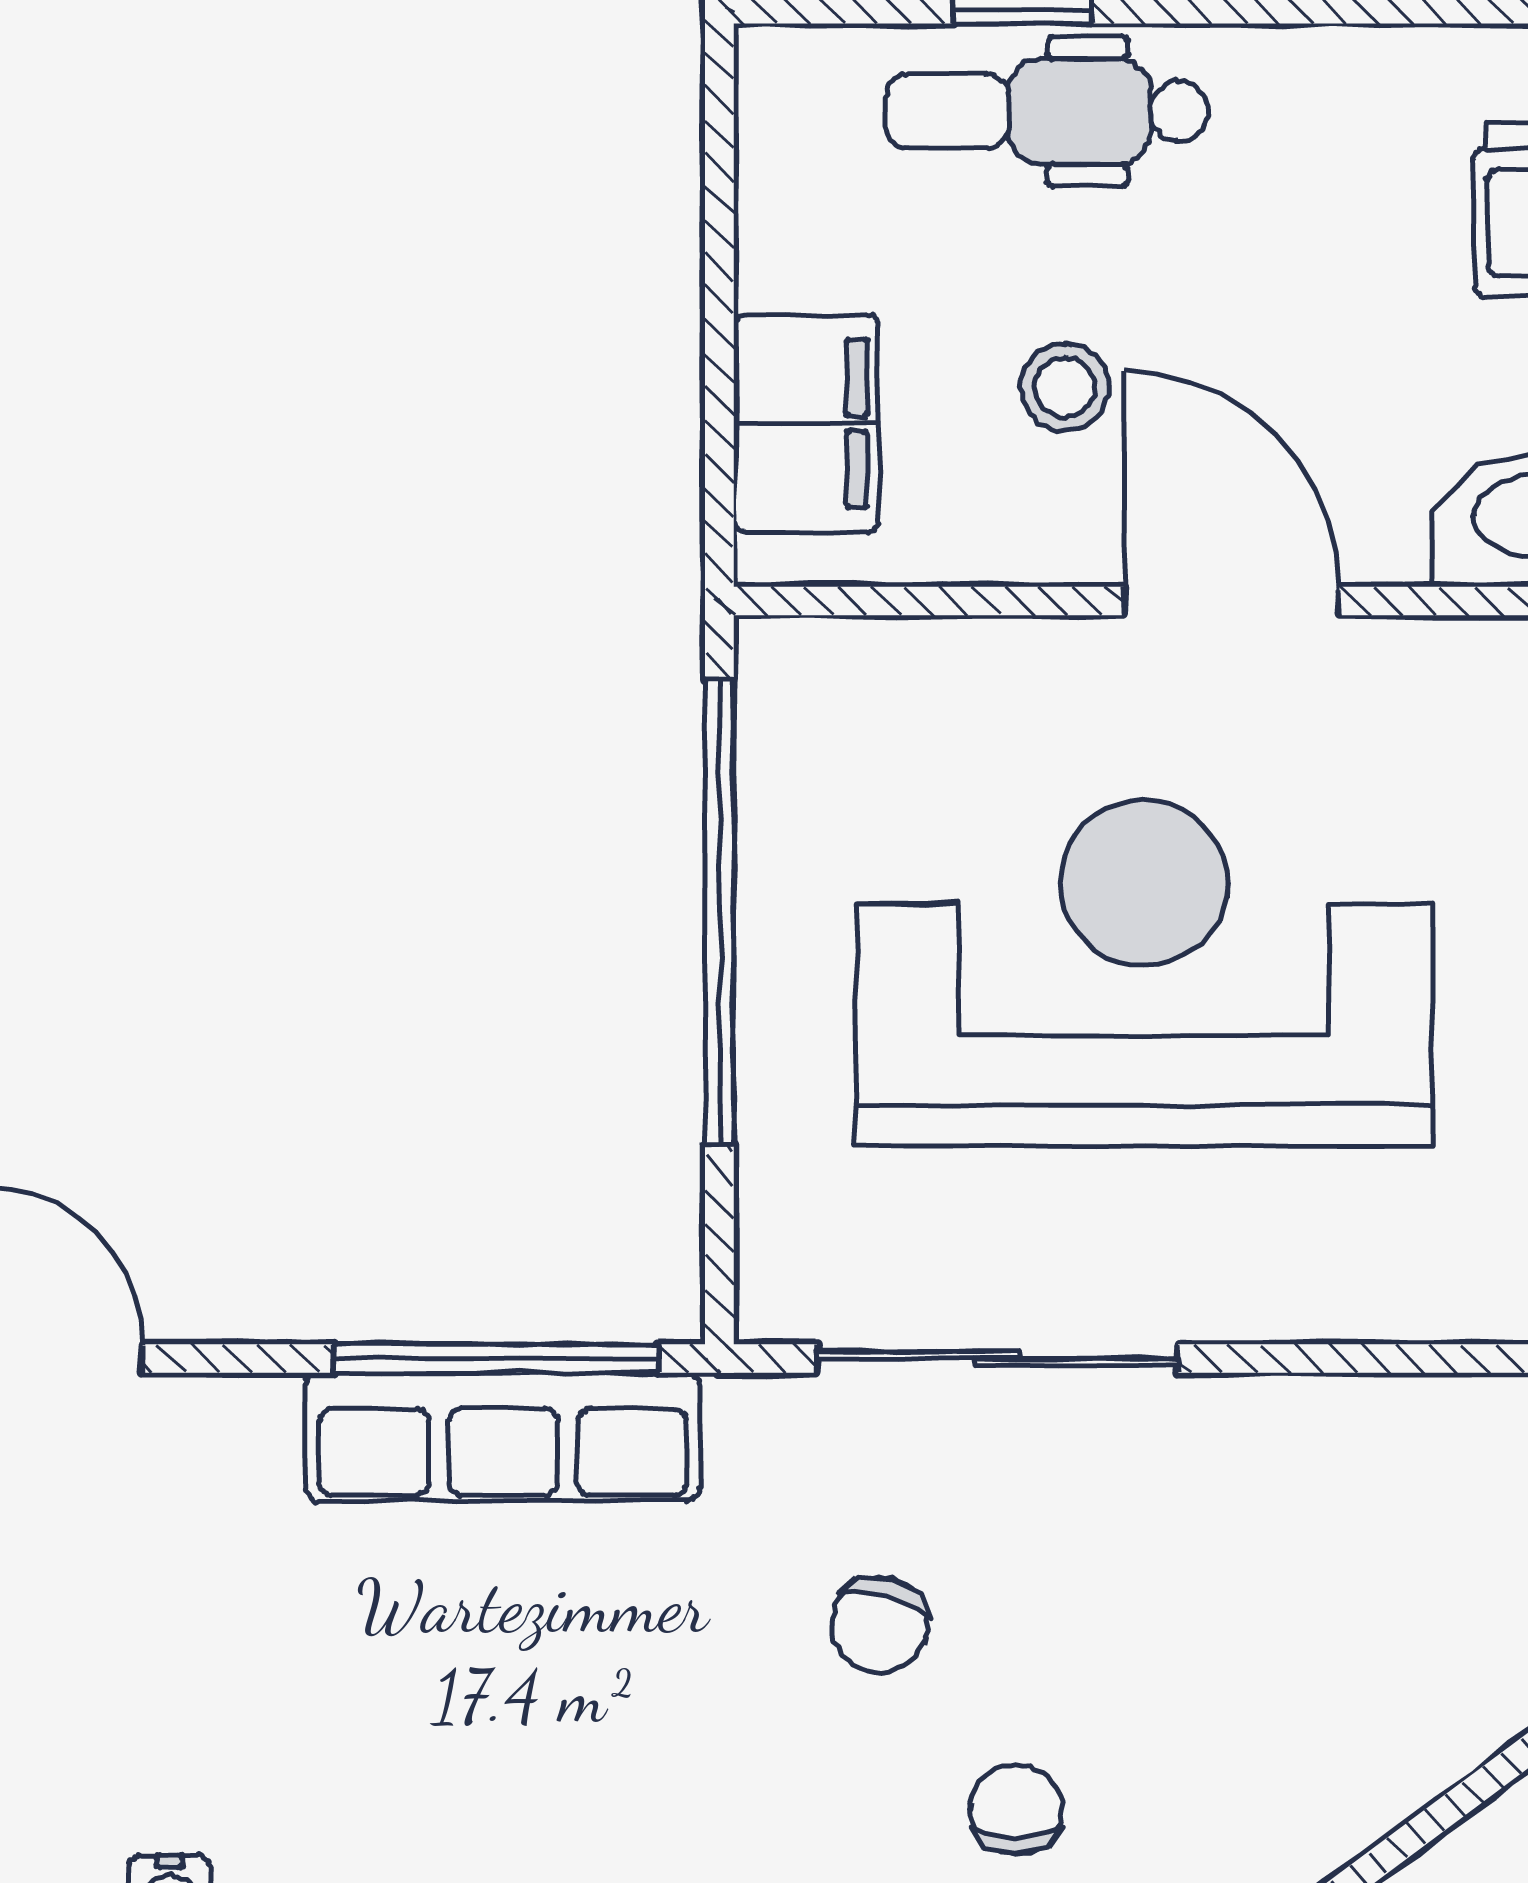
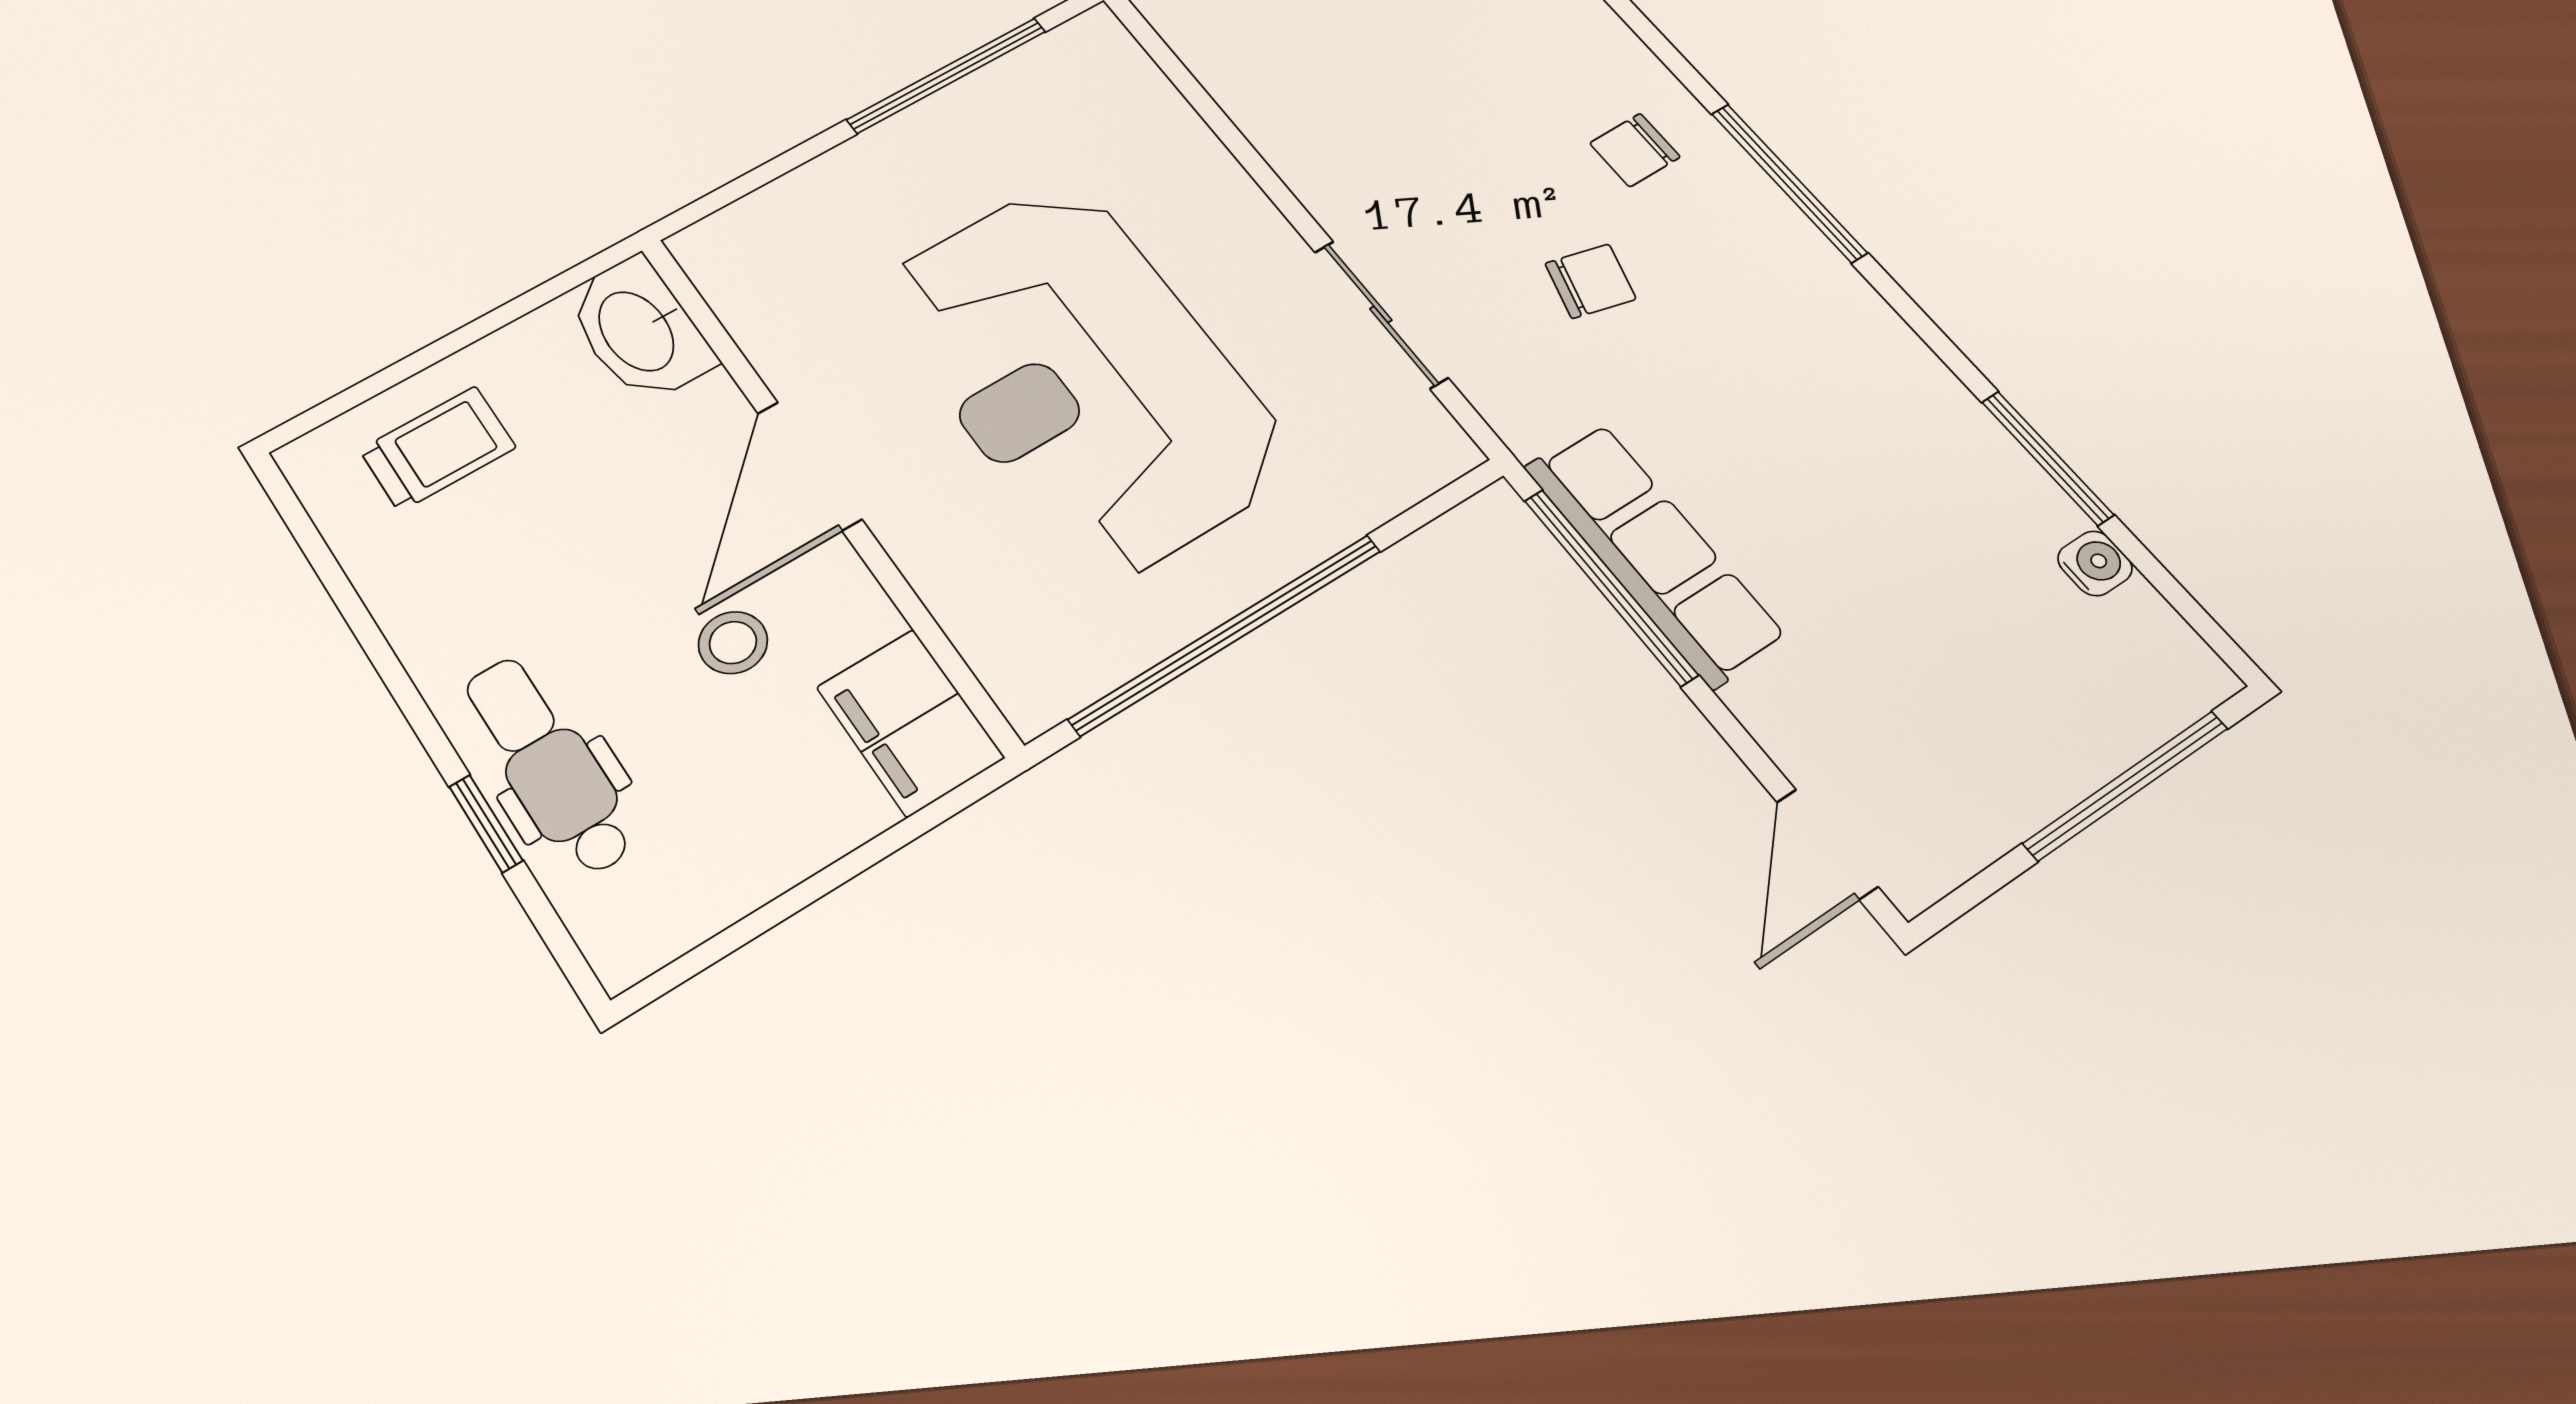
dental chair: (1047, 111) -> (549, 765), turned 180
filing cabinet: (806, 424) -> (910, 722), moved, turned -90
sliding door: (998, 1359) -> (1381, 314), width x0.73

